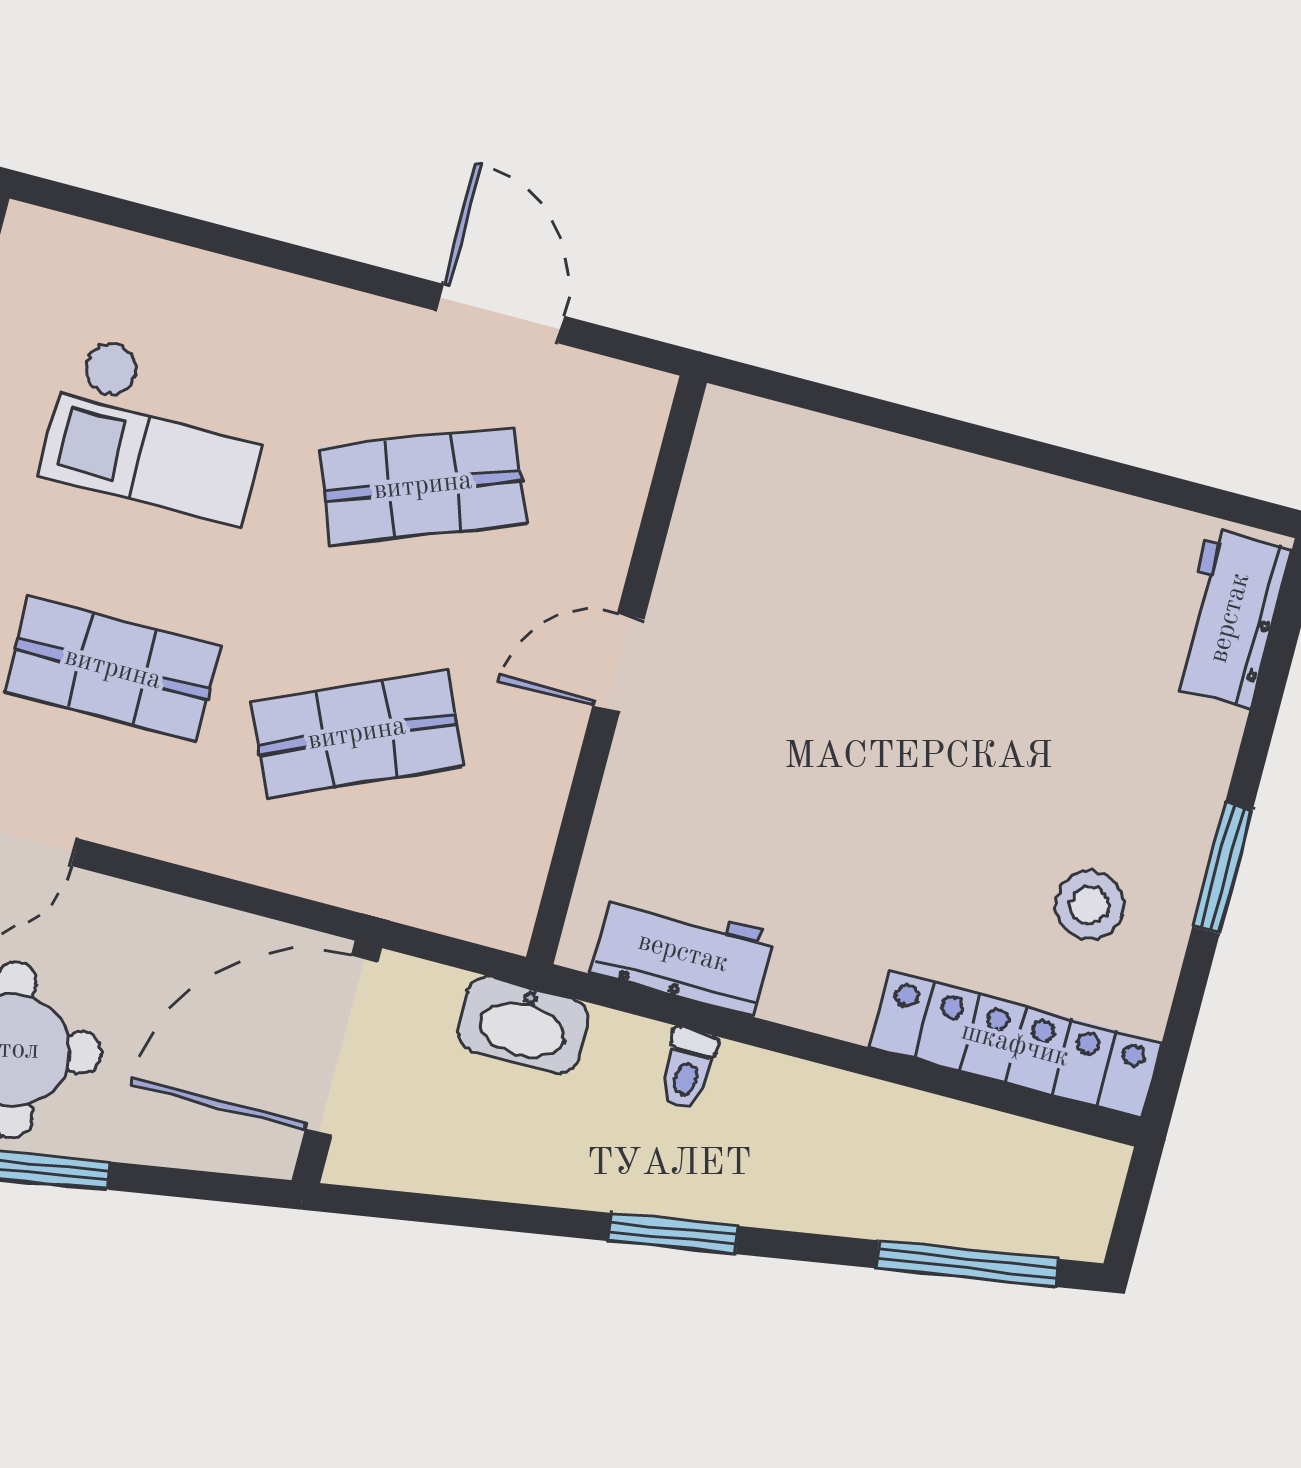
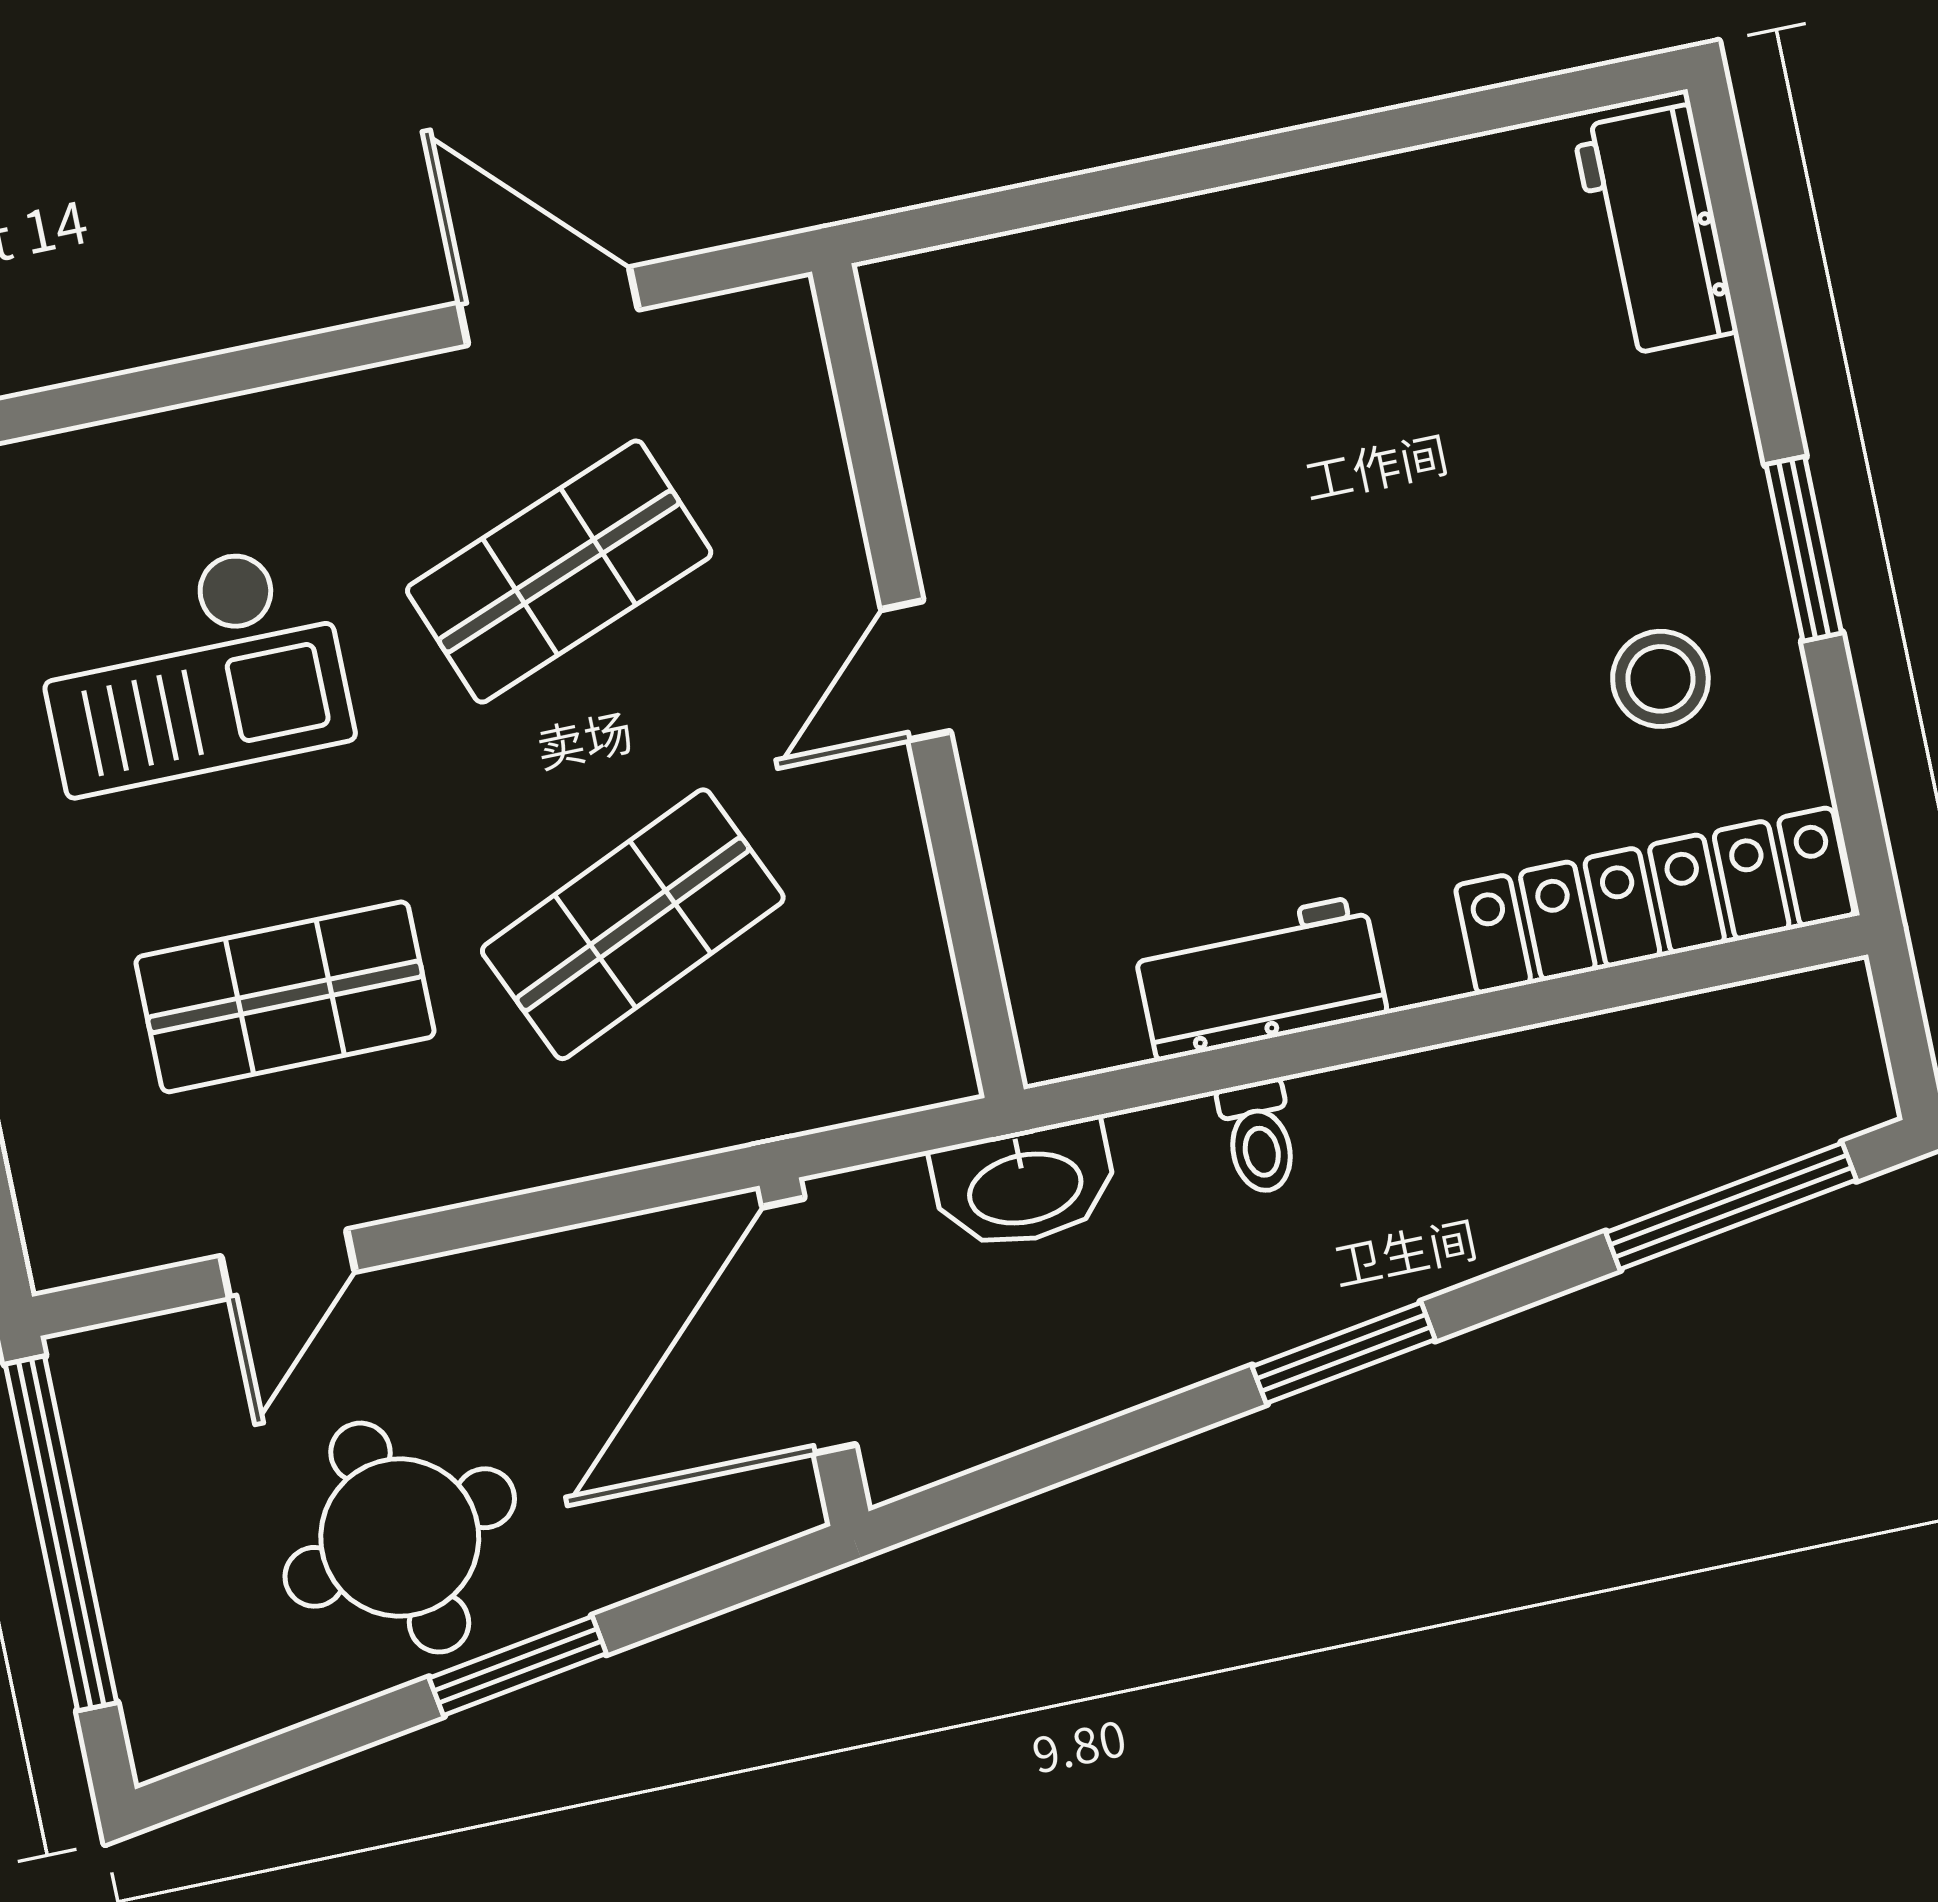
workbench: (683, 953) -> (1260, 978), moved

